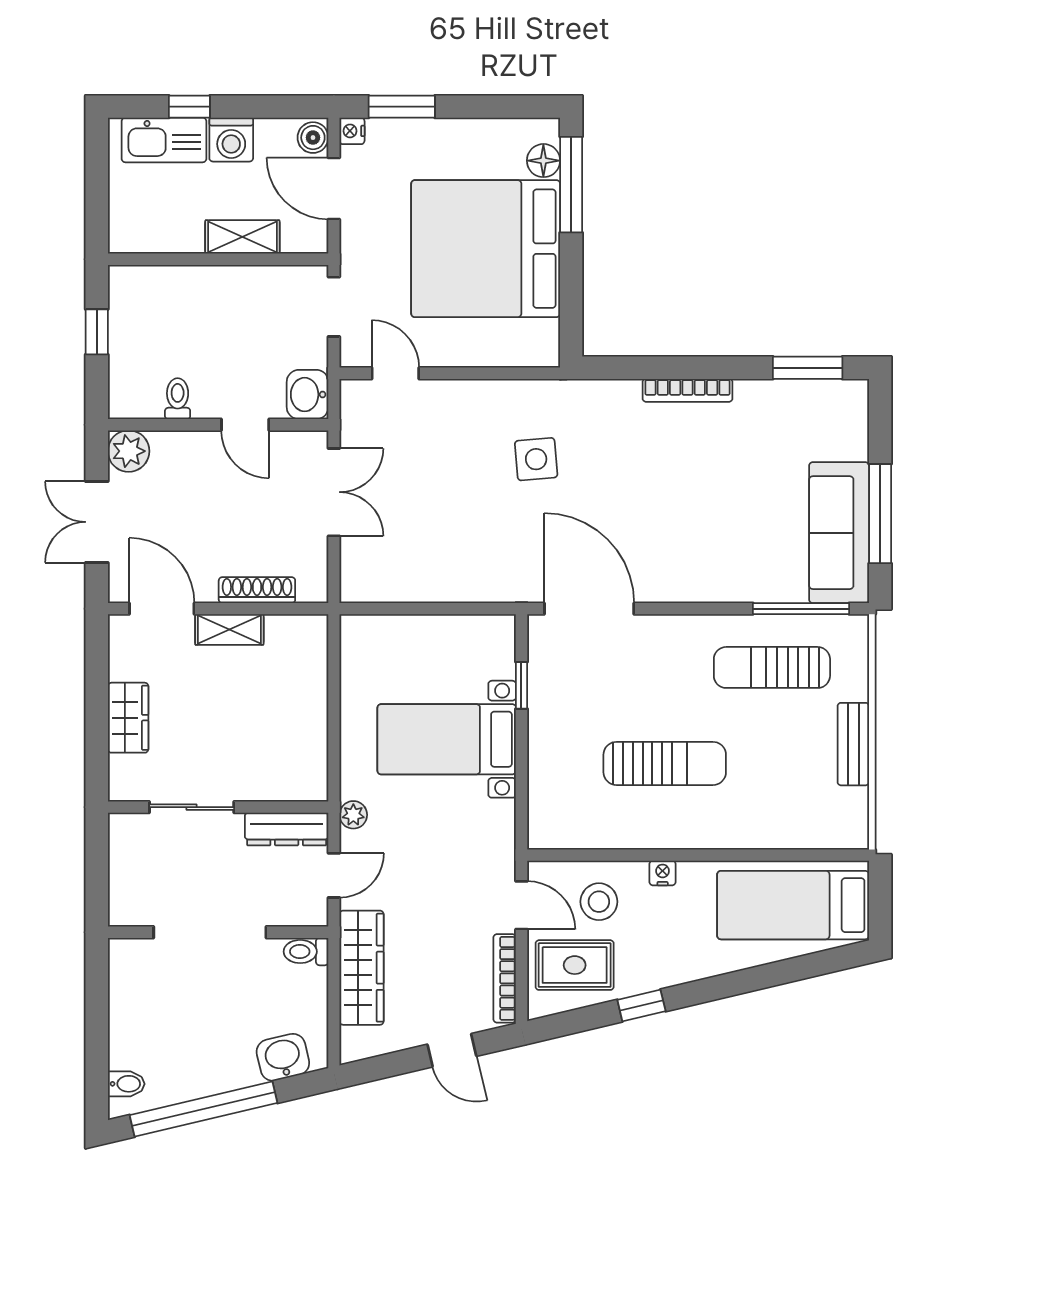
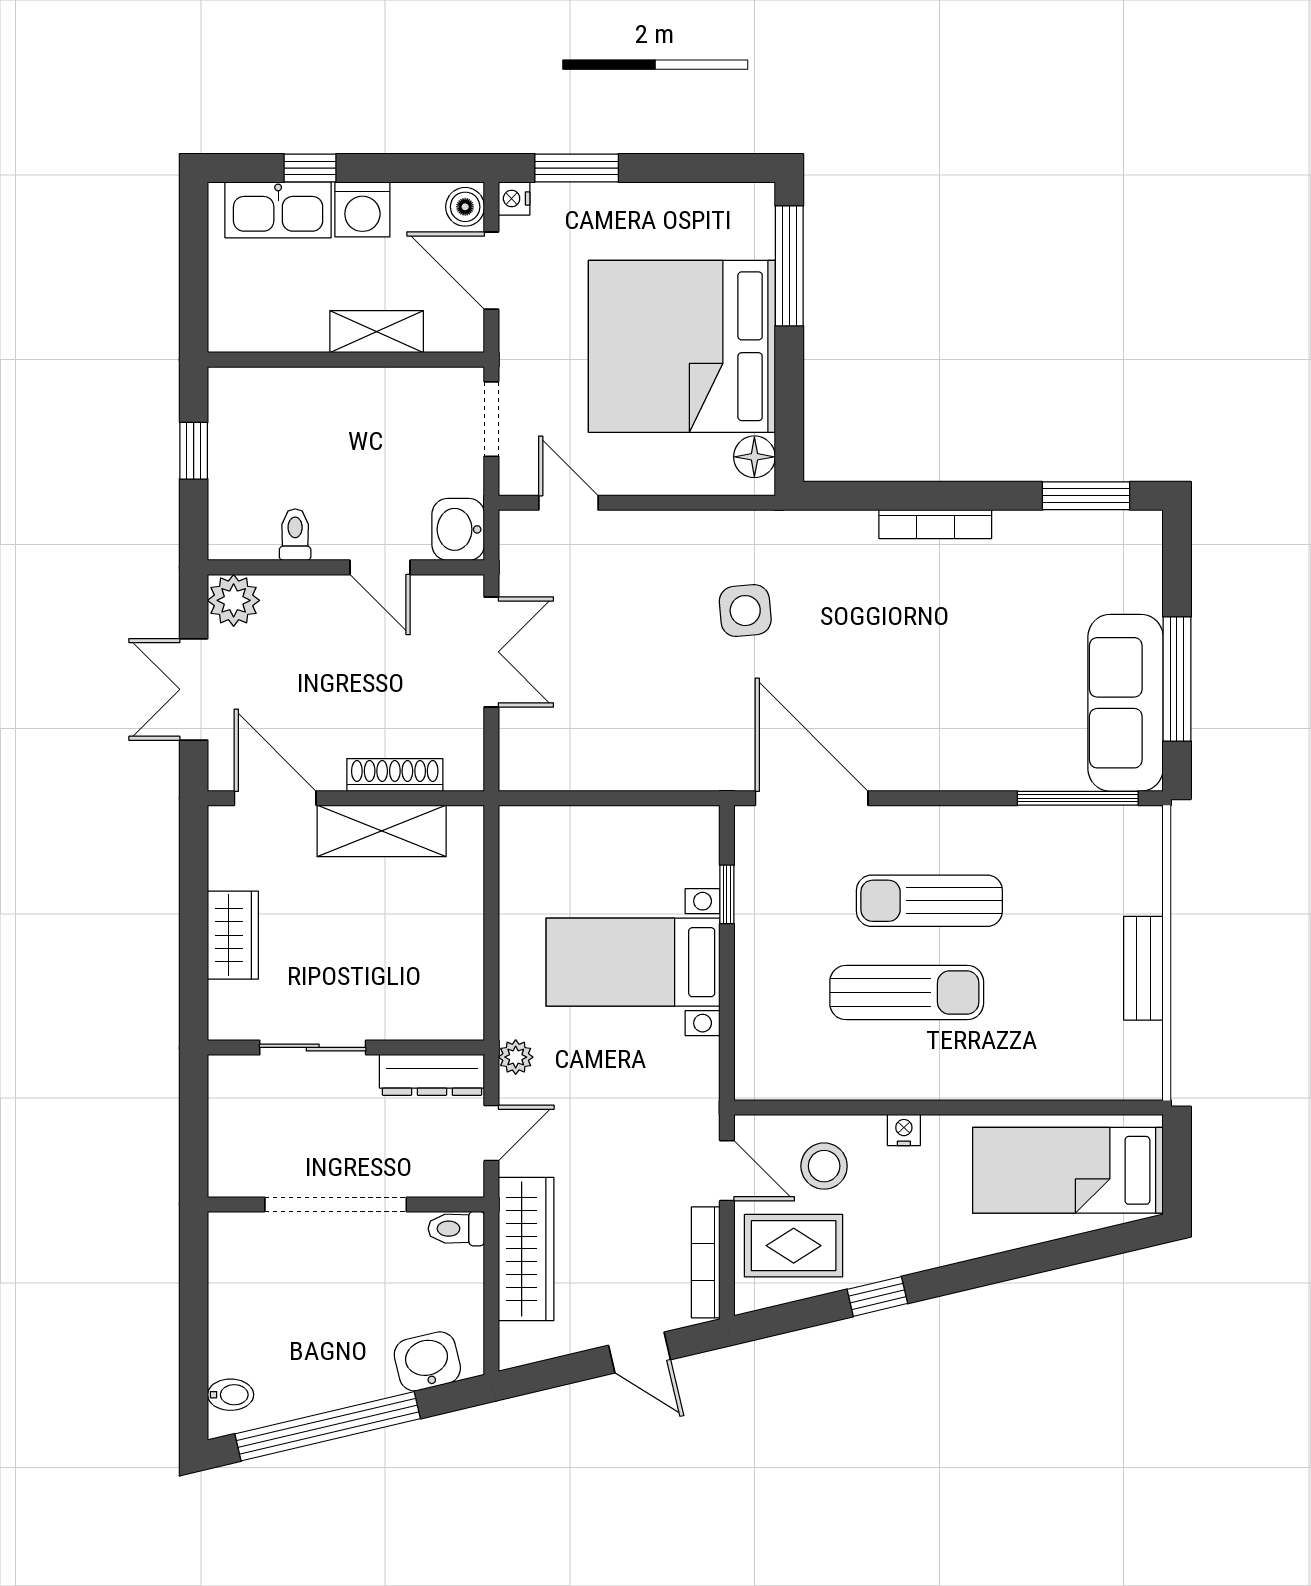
floor lamp: (543, 161) -> (754, 457), moved
shelving: (229, 630) -> (382, 831), width x1.50, depth x1.33
sun lounger: (772, 667) -> (929, 901), moved

